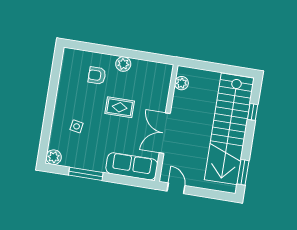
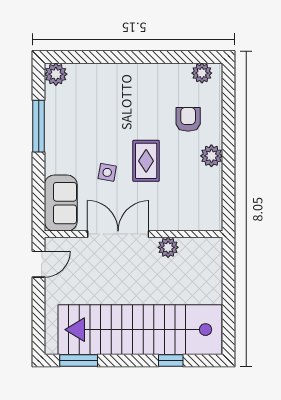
plant: (68, 62) -> (202, 73), added
plant: (182, 83) -> (168, 247), moved
side table: (77, 126) -> (107, 172), moved
sofa: (132, 166) -> (61, 203), width x0.73

